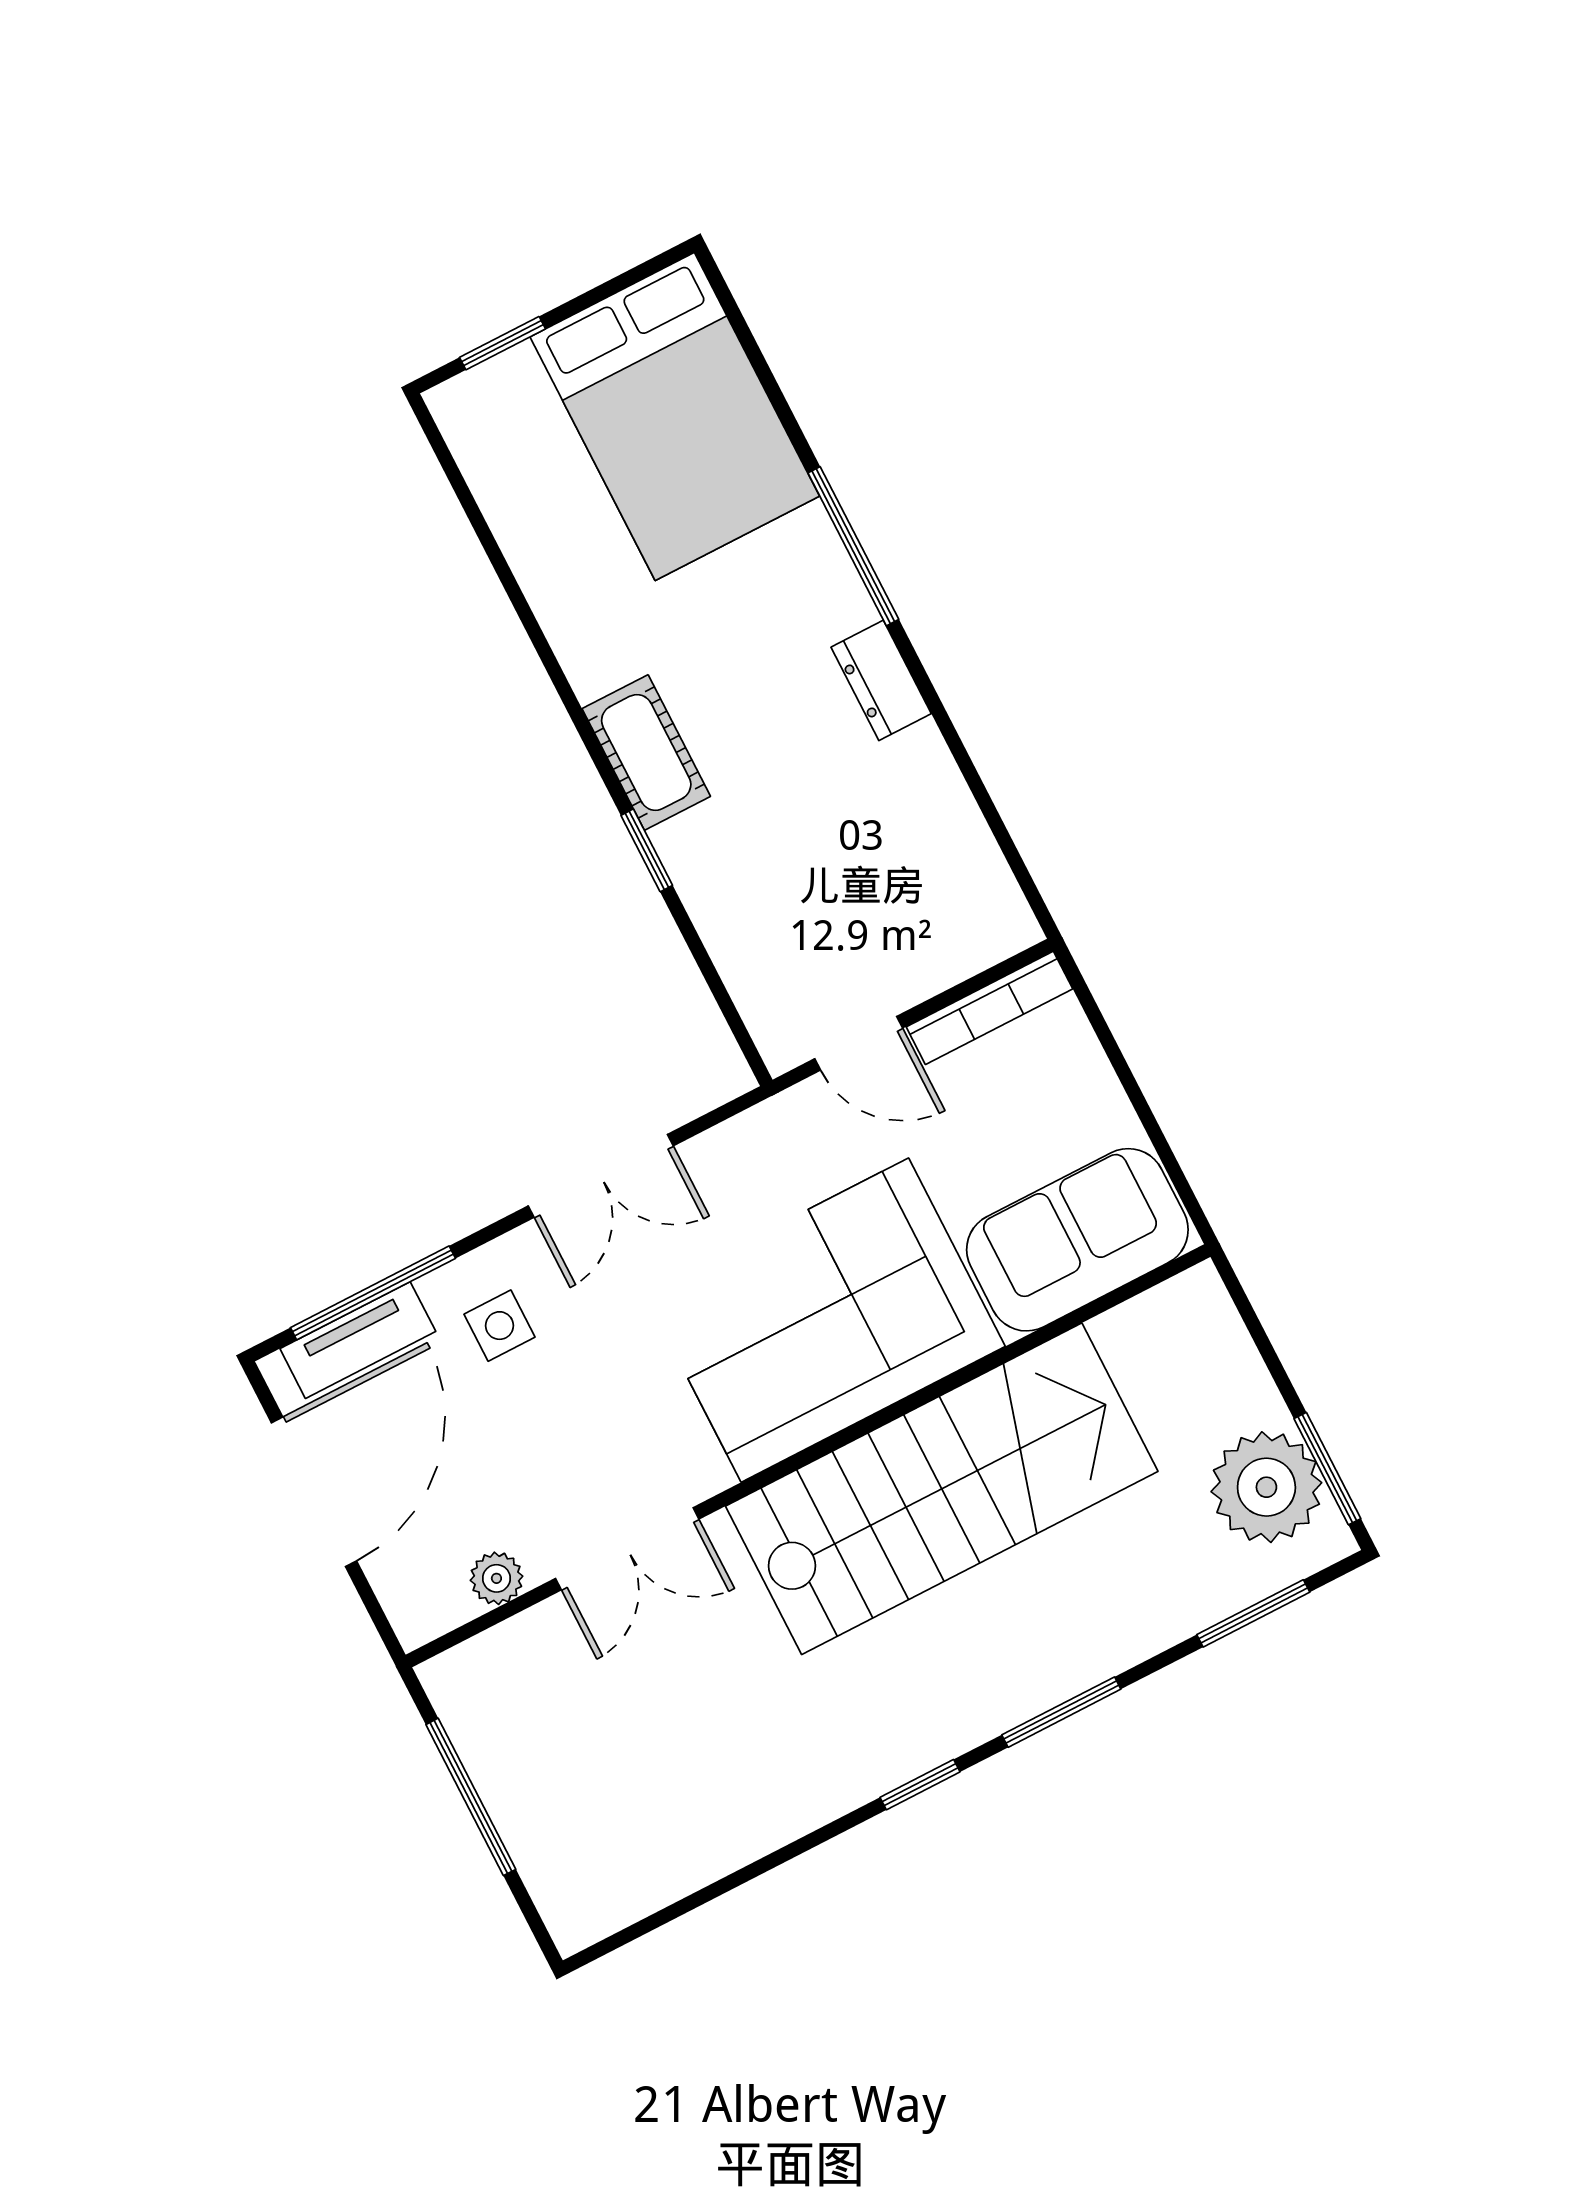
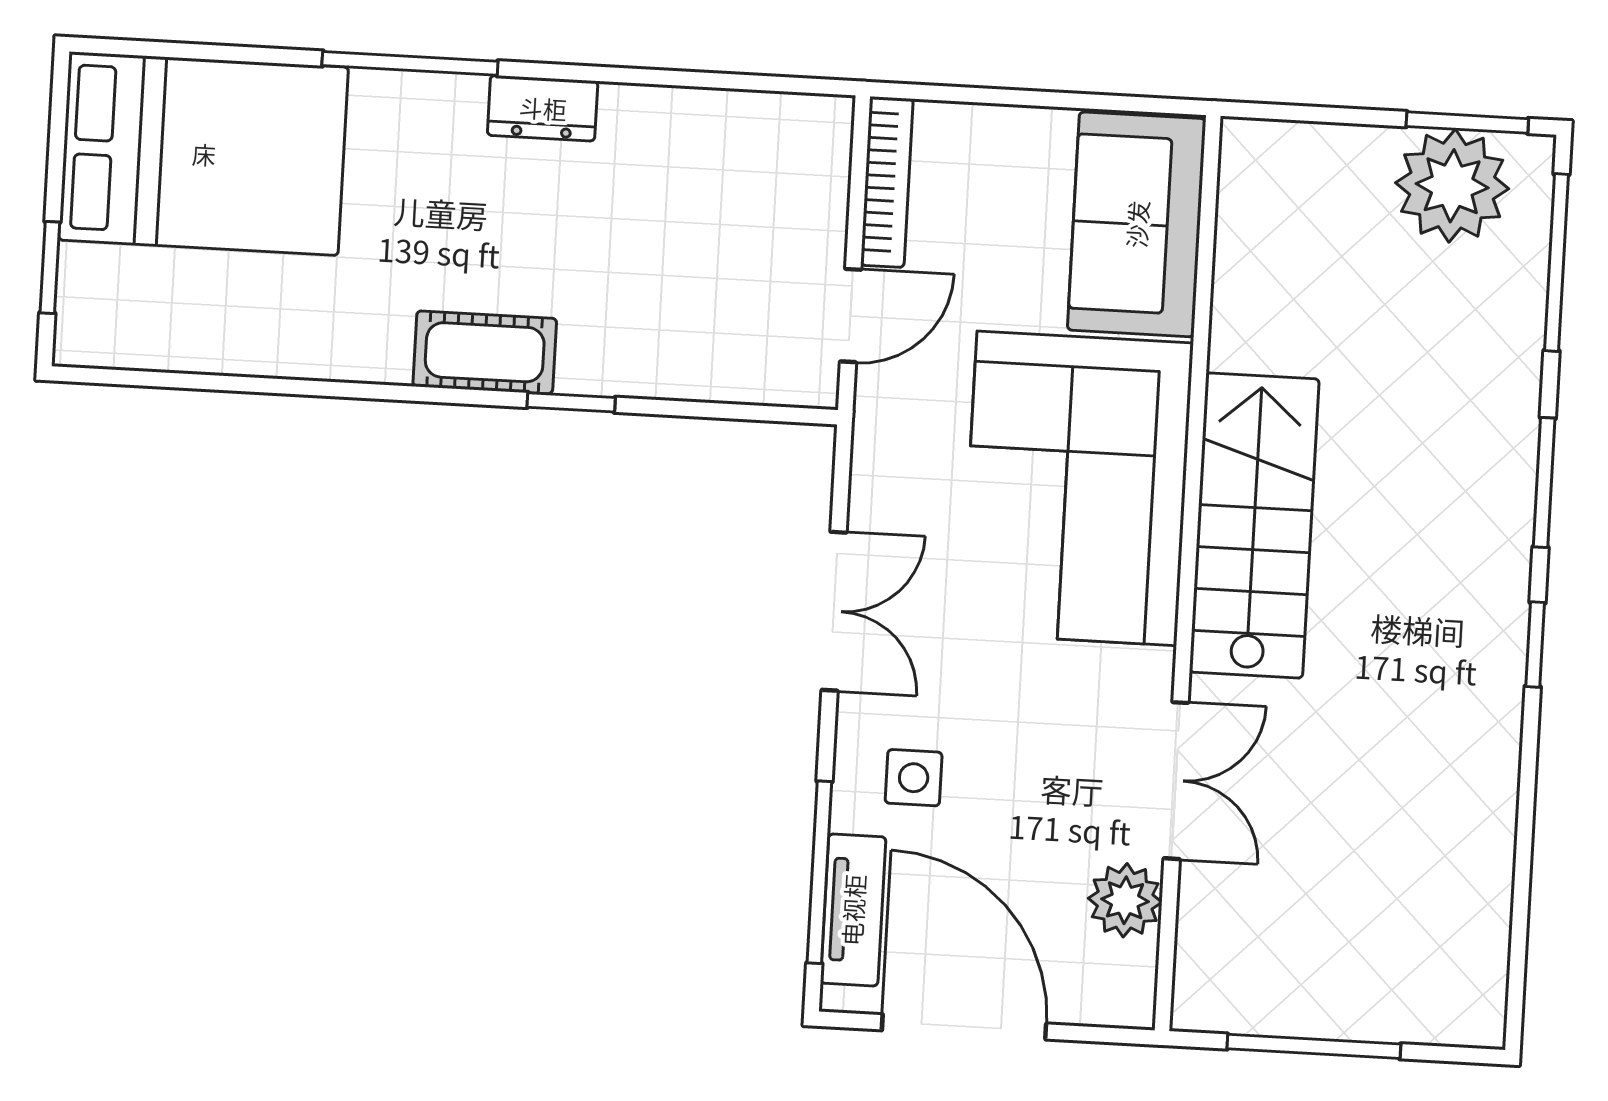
stairs: (942, 1489) -> (1254, 525), width x0.73, depth x0.66
plant: (496, 1578) -> (1125, 900), width x1.38, depth x1.38
window: (1253, 1613) -> (1556, 262), width x1.44

